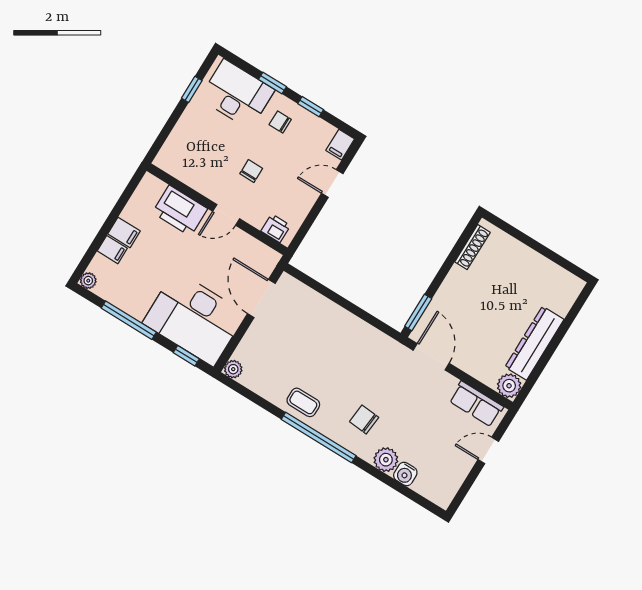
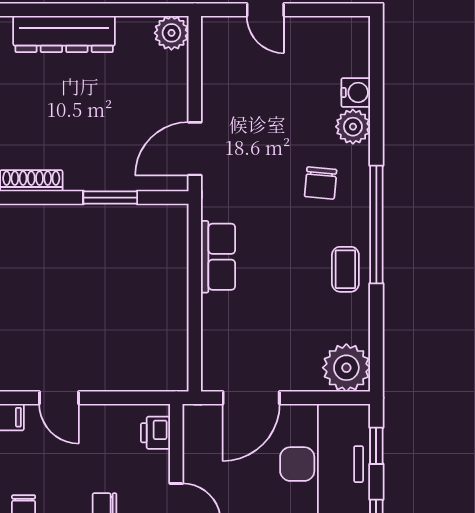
window: (418, 312) -> (110, 198), moved
dresser: (534, 343) -> (64, 34), moved
plant: (233, 369) -> (346, 368), width x1.87, depth x1.87
row of seats: (476, 404) -> (218, 257), moved

